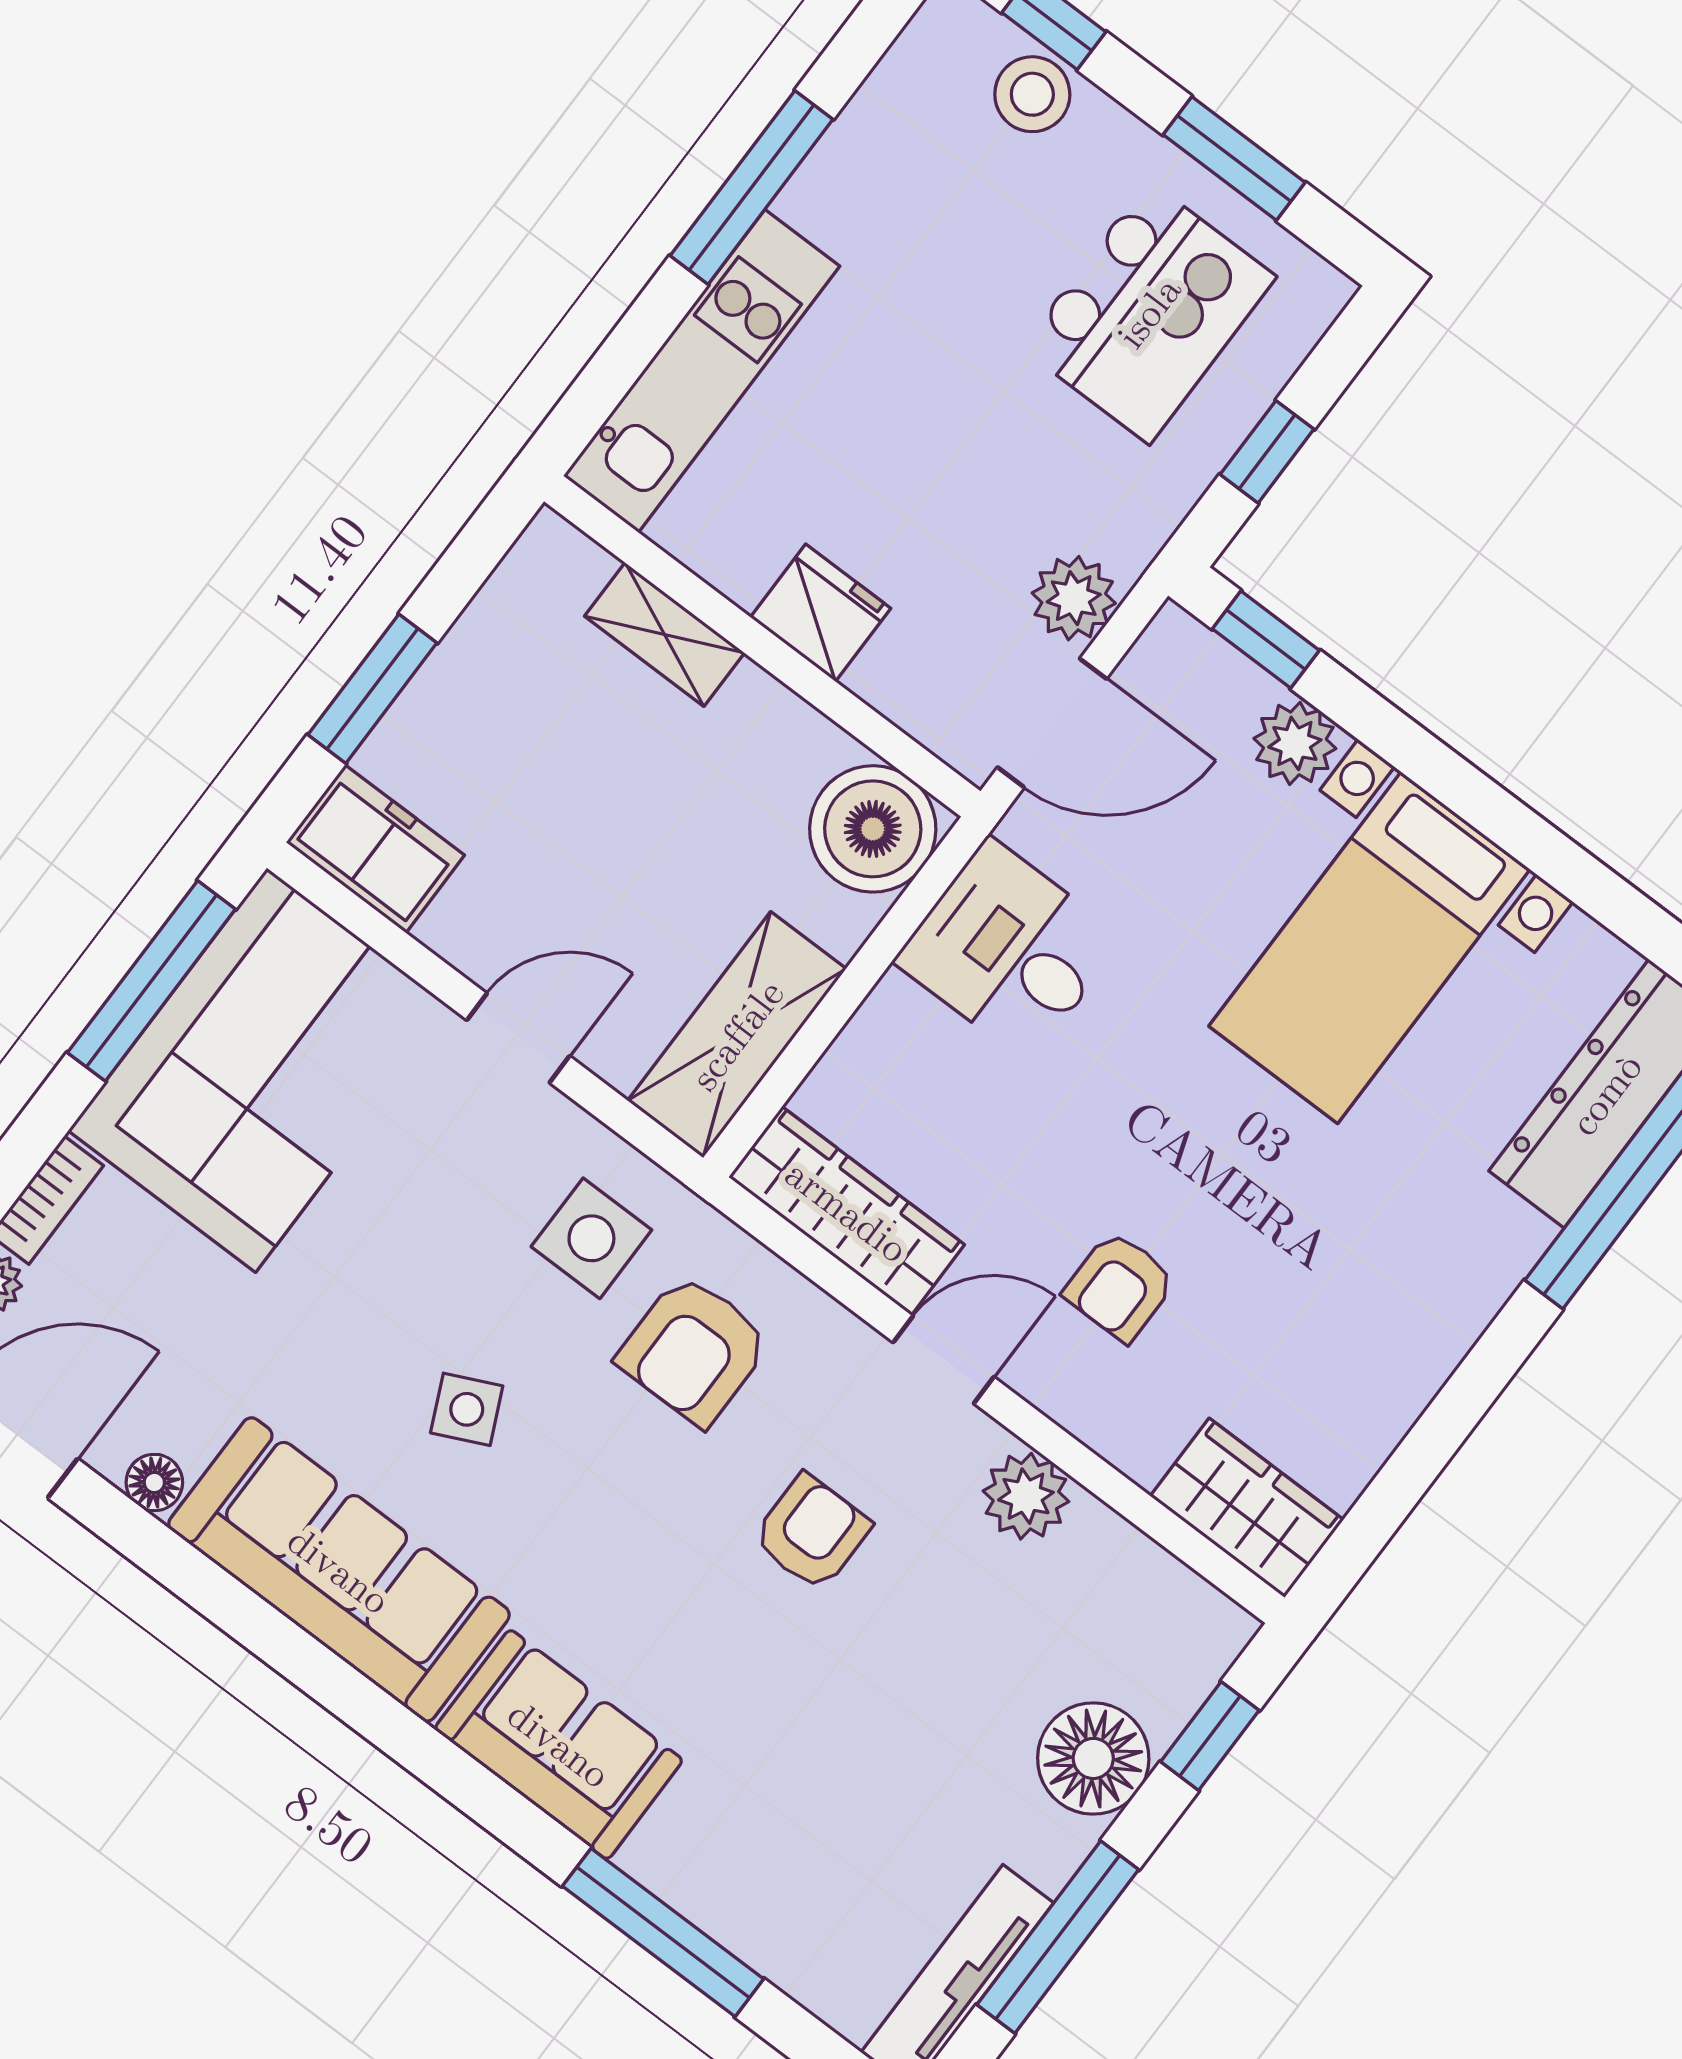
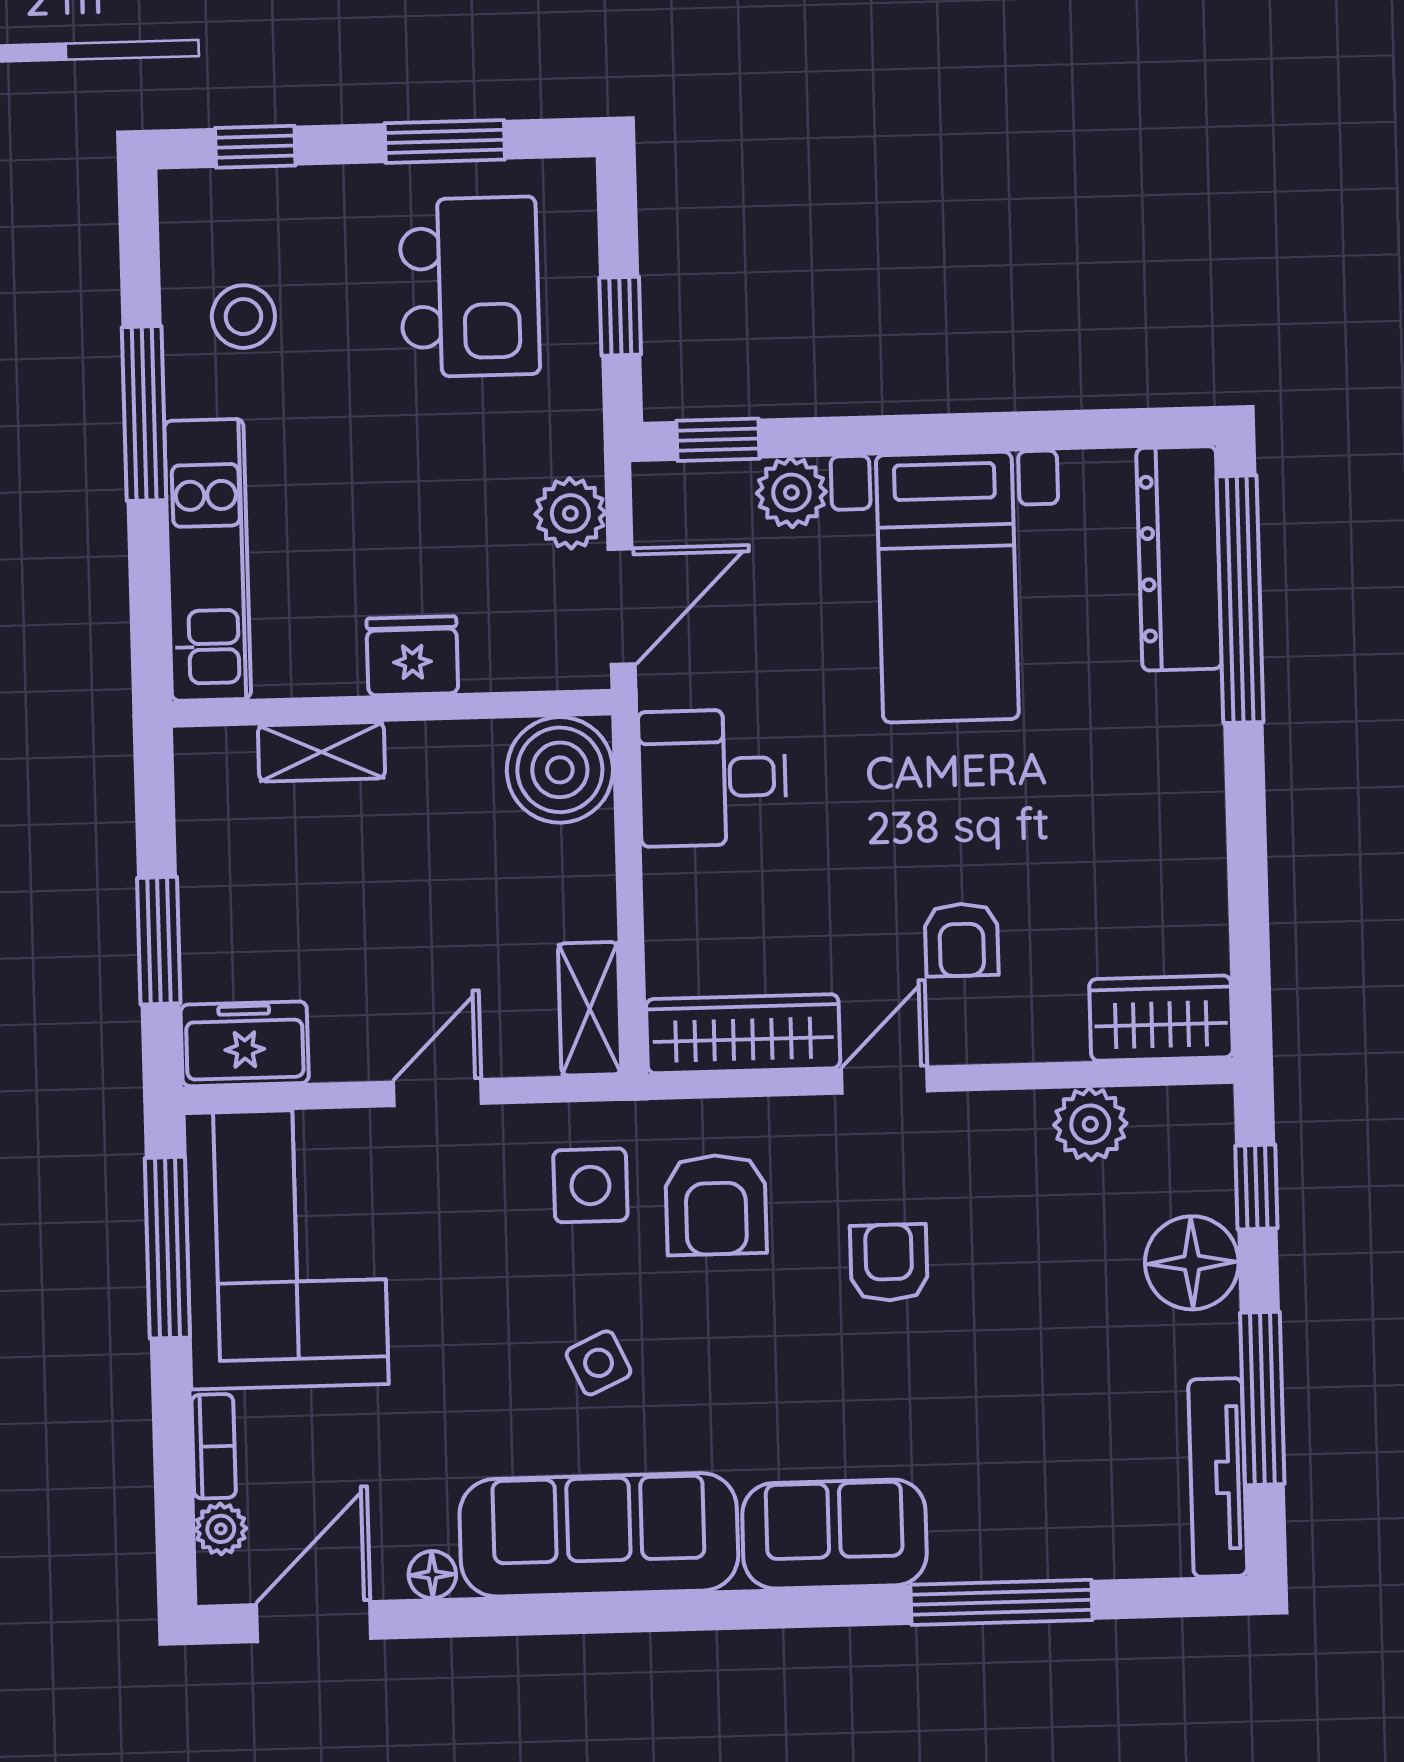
stool: (1032, 94) -> (243, 317), moved
shelving: (737, 1035) -> (590, 1009), width x0.67, depth x0.75
plant: (1026, 1496) -> (1090, 1124), moved

